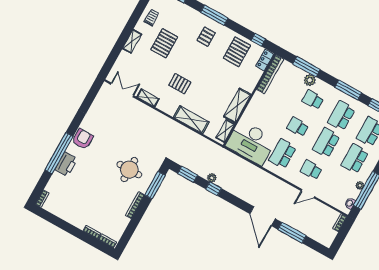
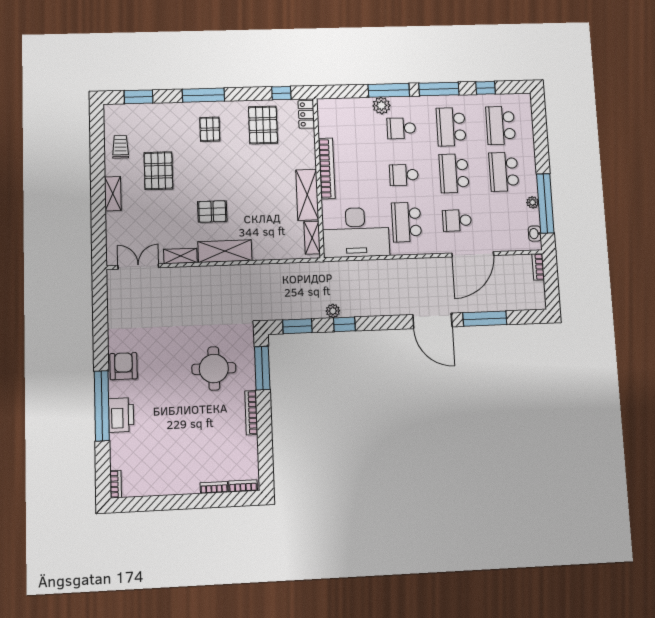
window: (306, 67) -> (389, 90), moved
bookcase: (270, 74) -> (327, 168), moved
shelving: (191, 120) -> (225, 251), moved
door: (308, 194) -> (473, 254), width x1.88

